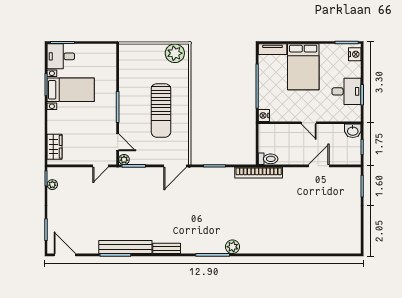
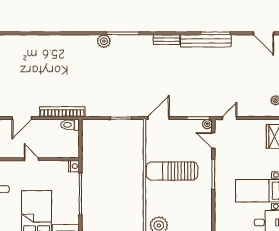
sun lounger: (161, 110) -> (172, 171), turned -90
bookcase: (259, 173) -> (62, 112), moved

